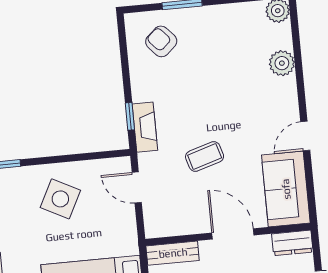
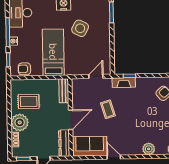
side table: (60, 199) -> (80, 28), moved
dresser: (292, 243) -> (64, 143), width x1.44

